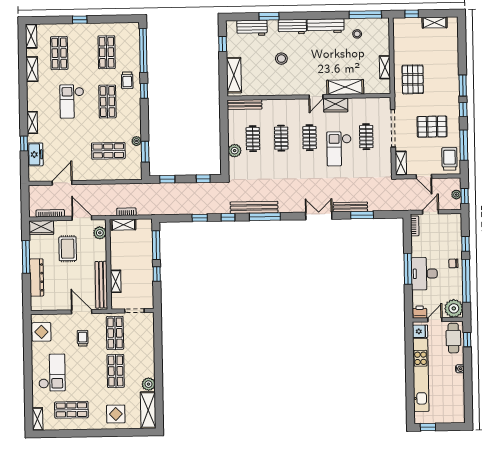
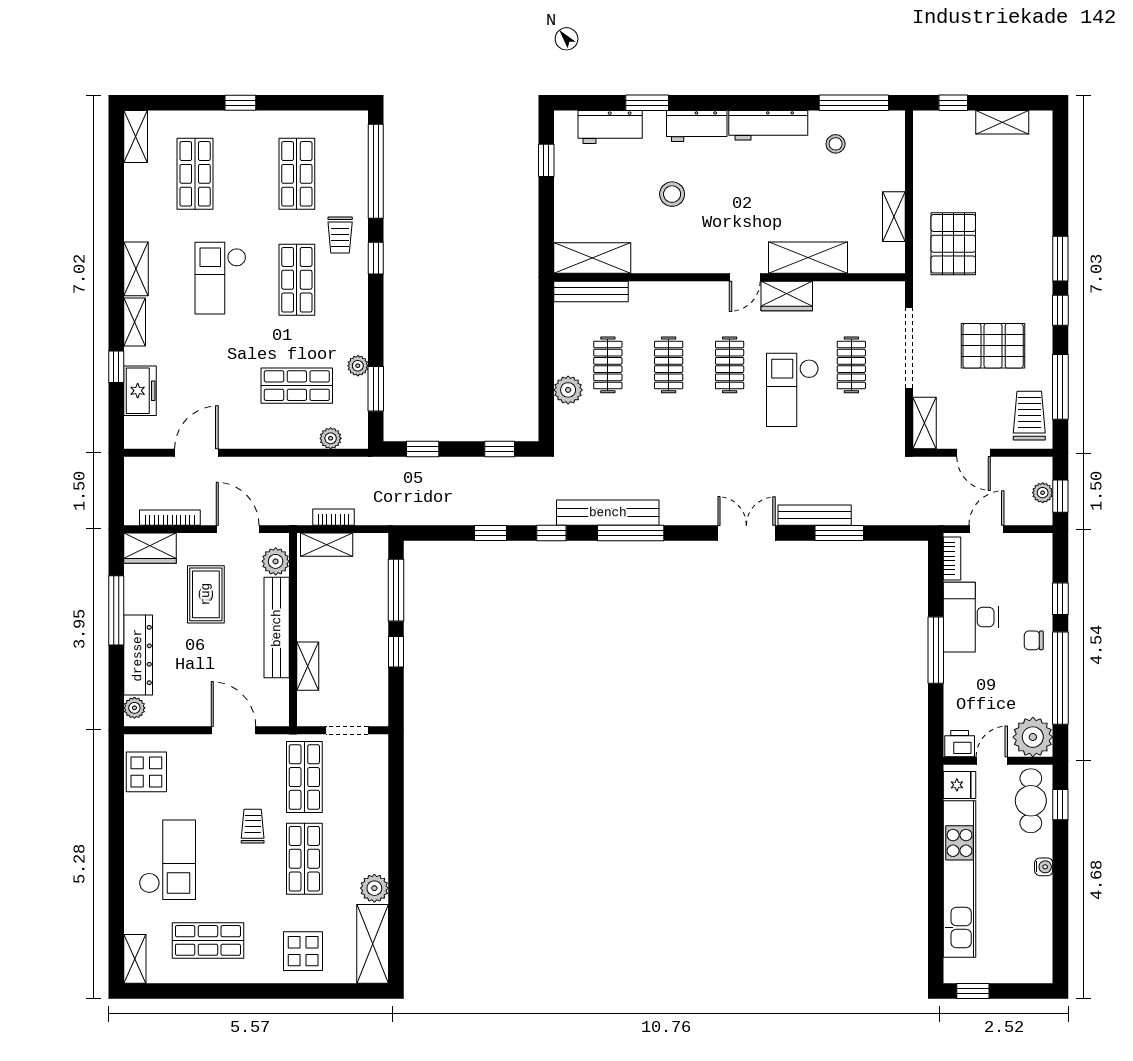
shelving: (32, 69) -> (136, 269), moved
shelving: (234, 75) -> (592, 258), moved, turned 90
plant: (124, 175) -> (331, 438), added
desk: (424, 274) -> (971, 617), moved
bench: (101, 285) -> (277, 628), moved
plant: (35, 302) -> (134, 708), added
trolley: (83, 338) -> (253, 826), moved

